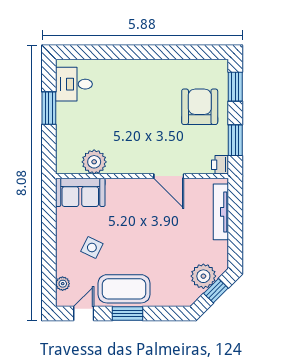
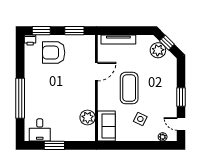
window: (126, 52) -> (20, 98), added
printer: (220, 165) -> (30, 40), moved
coffee table: (124, 289) -> (129, 88), moved

